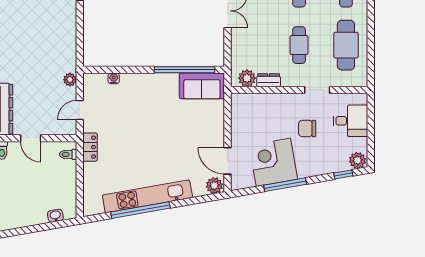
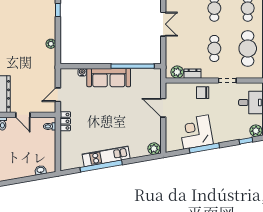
plant: (70, 80) -> (51, 44), moved
sofa: (202, 86) -> (109, 78), moved, width x1.36
chair: (307, 128) -> (203, 93), moved
door: (228, 161) -> (163, 108), moved
kitchen unit: (147, 196) -> (106, 156), width x0.73

